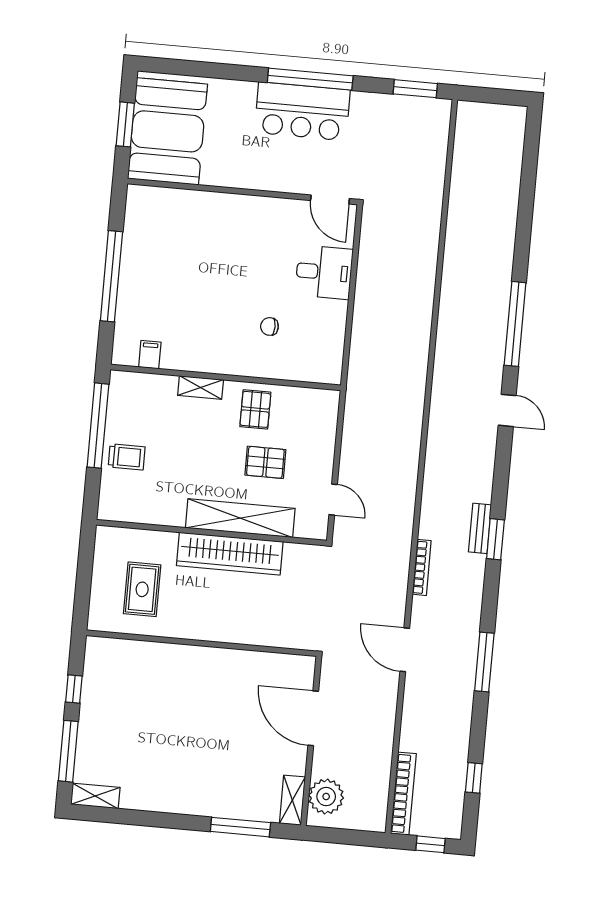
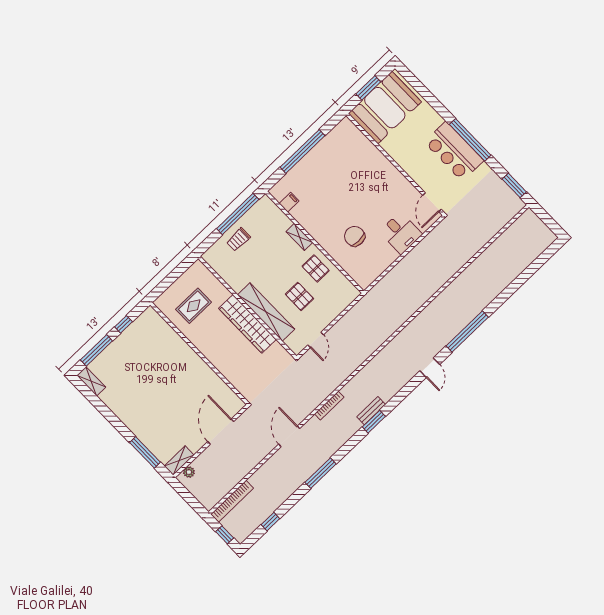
chair: (269, 326) -> (355, 236), width x1.87, depth x1.87
pallet: (255, 409) -> (316, 268), turned 90
trolley: (127, 457) -> (238, 240), turned 90
plant: (326, 797) -> (189, 472), width x0.53, depth x0.53

